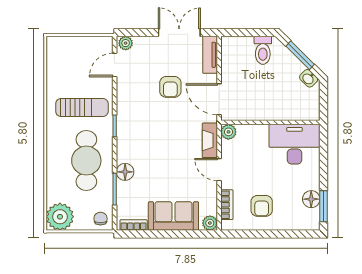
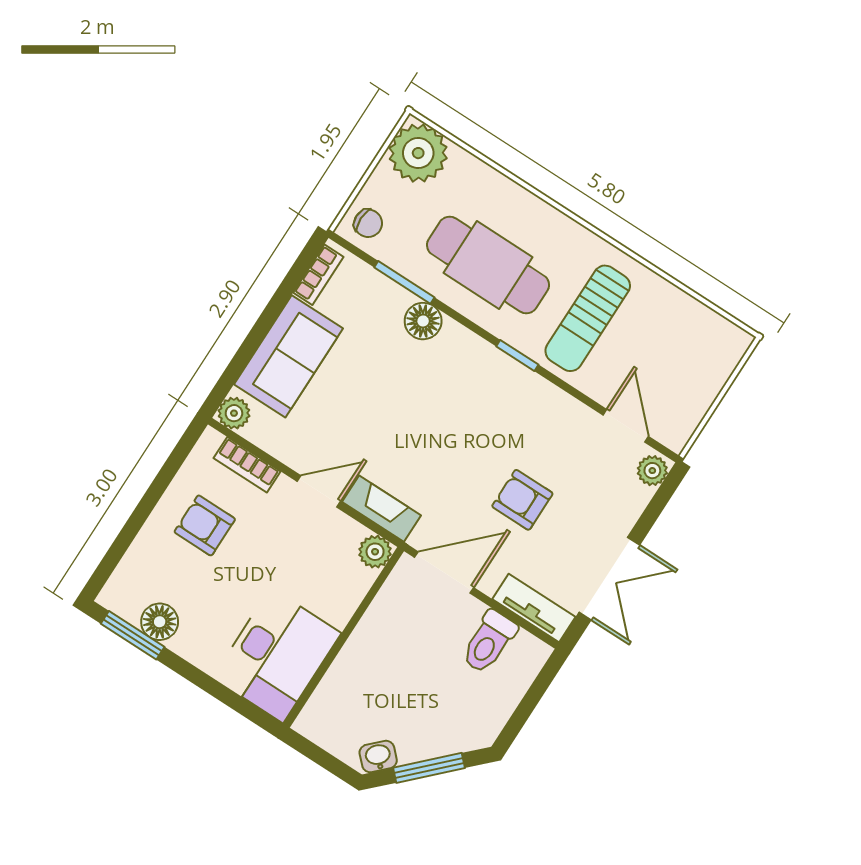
toilet: (263, 50) -> (489, 642), moved, turned -90

